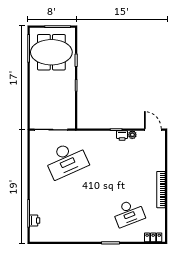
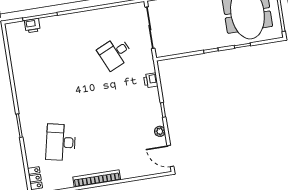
door: (153, 130) -> (170, 156), swing flipped
printer: (122, 136) -> (151, 80), moved
desk: (66, 160) -> (115, 53), width x0.53, depth x0.77
desk: (129, 213) -> (61, 142), turned 33

